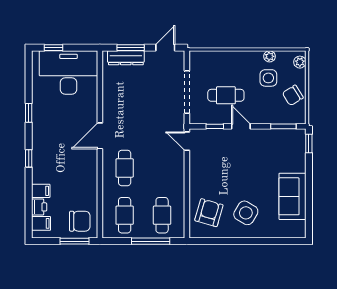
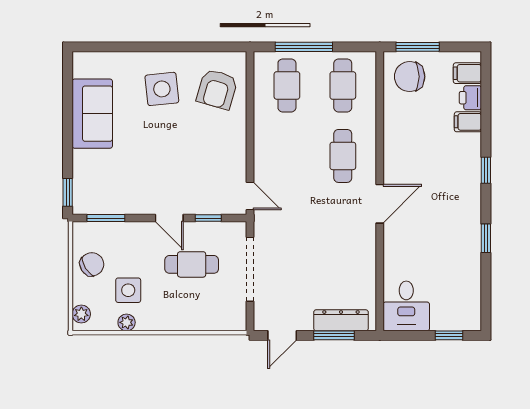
desk: (68, 72) -> (406, 306), width x0.53, depth x0.77
side table: (246, 213) -> (162, 89), turned -37

